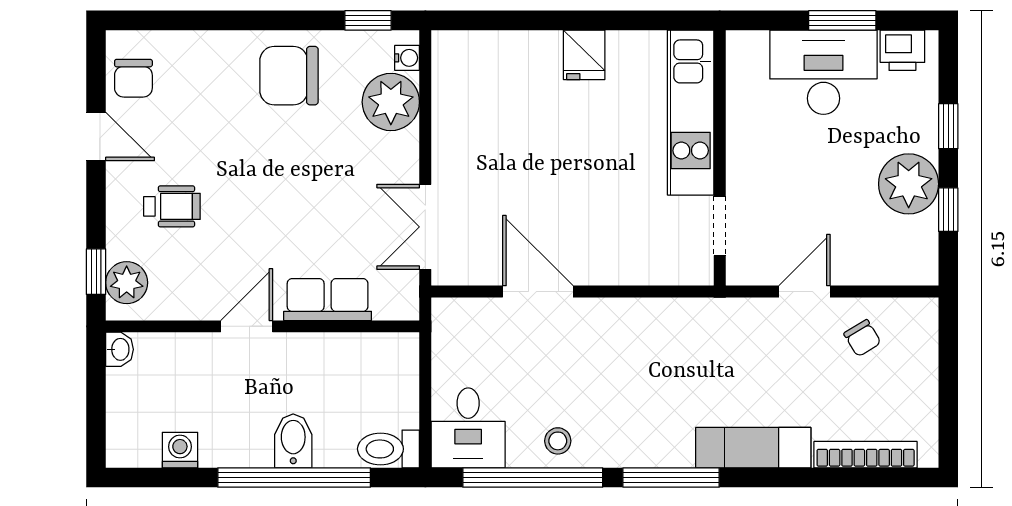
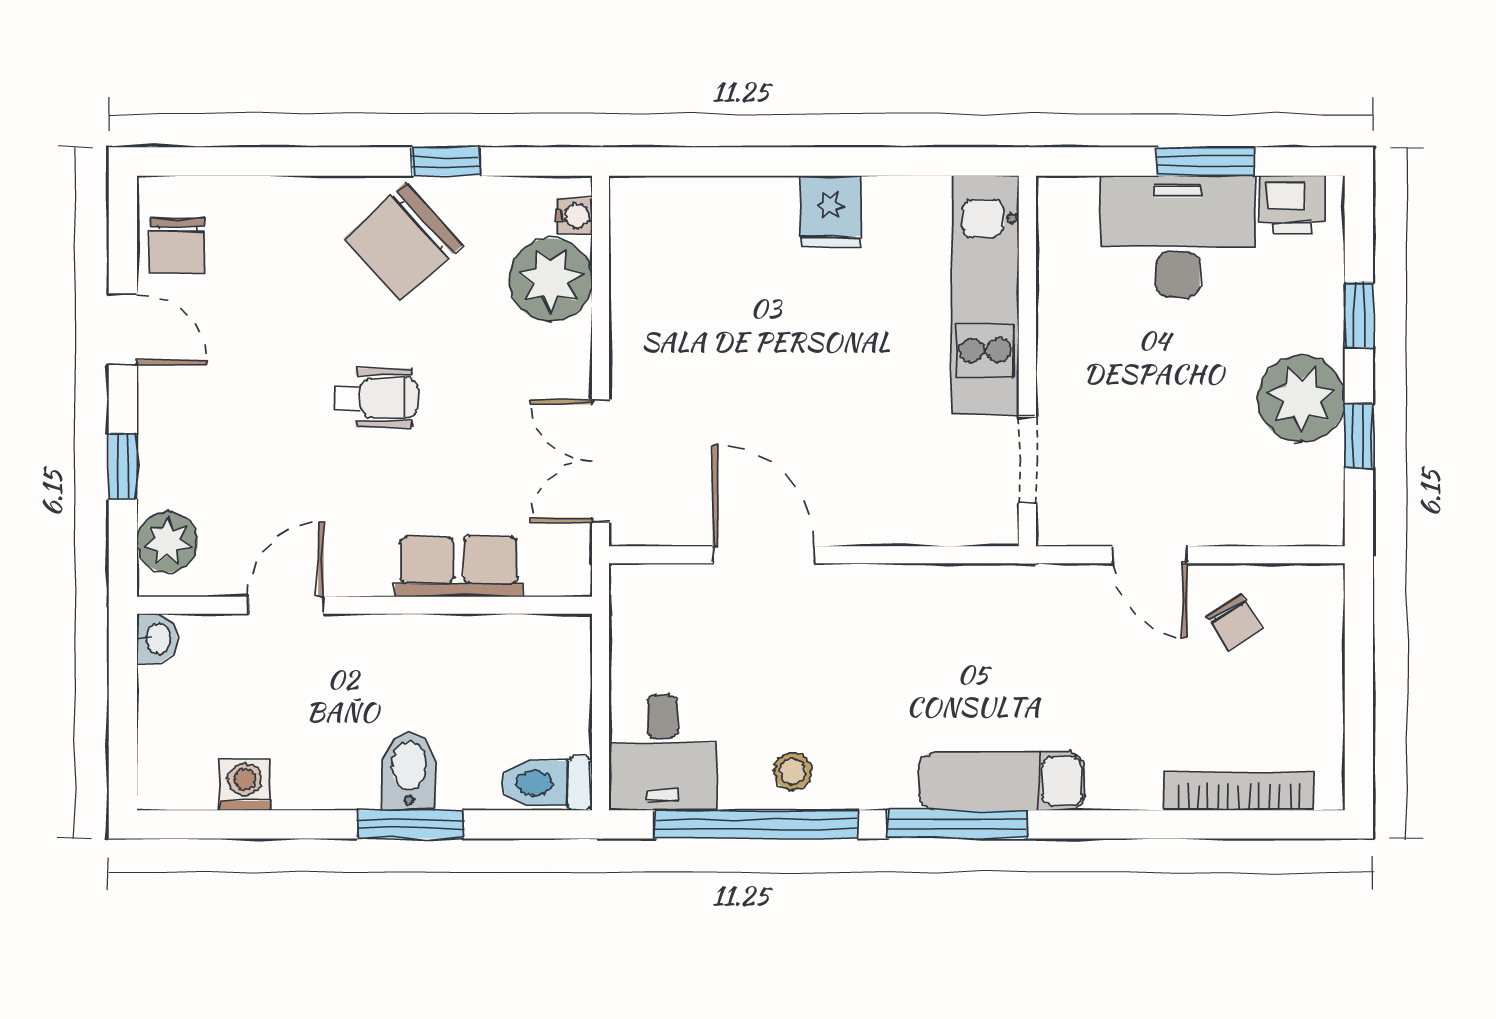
window: (368, 20) -> (445, 161), moved
chair: (289, 76) -> (403, 242), turned -42
wheelchair: (172, 206) -> (377, 398), moved
window: (96, 272) -> (123, 467), moved
door: (804, 292) -> (1150, 555), swing flipped
door: (247, 326) -> (286, 605), moved
exam couch: (753, 448) -> (1002, 781), moved
window: (294, 477) -> (410, 824), width x0.47

